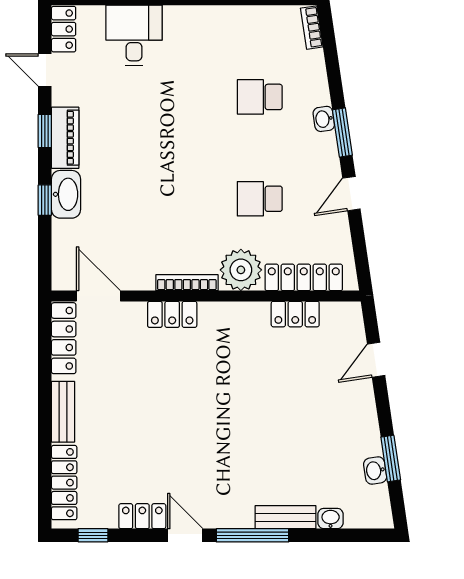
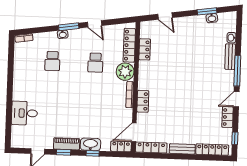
locker: (64, 29) -> (121, 146), moved

